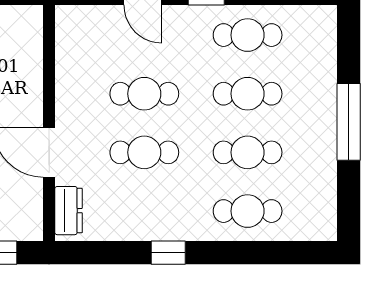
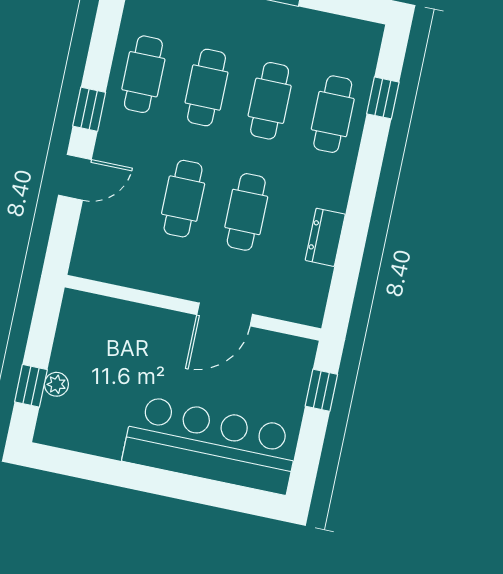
dresser: (68, 211) -> (325, 237), moved, turned -90
window: (168, 253) -> (383, 98), moved

